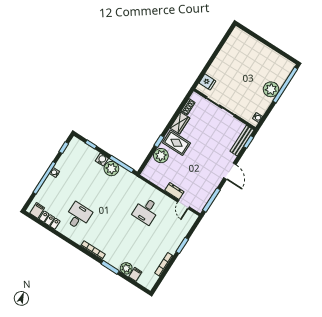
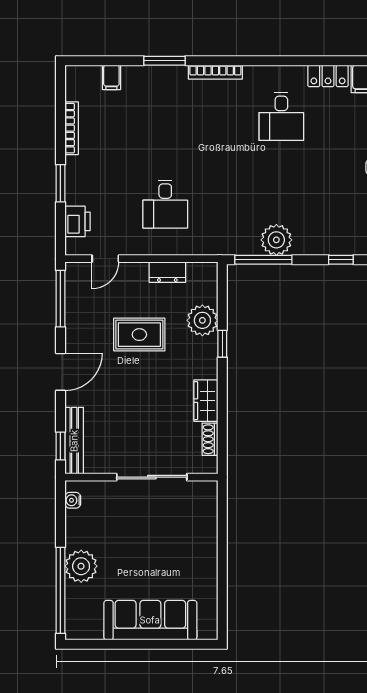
sofa: (257, 51) -> (150, 620), added
fridge: (207, 82) -> (204, 506), removed
rug: (177, 143) -> (139, 335), moved
water cooler: (102, 160) -> (304, 245), removed
door: (230, 171) -> (60, 372), swing flipped
dresser: (174, 191) -> (167, 272), moved
door: (184, 204) -> (105, 259), swing flipped
desk: (146, 211) -> (165, 204), turned 180
printer: (185, 226) -> (78, 221), added
plant: (126, 268) -> (135, 78), removed

